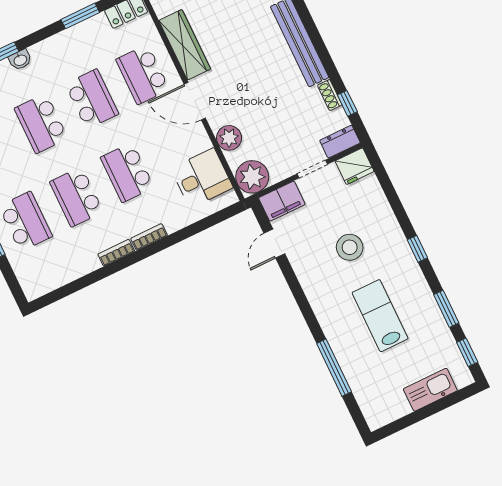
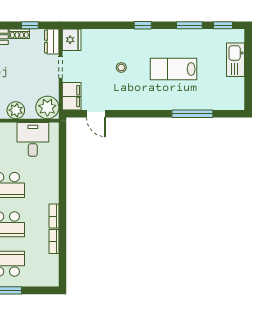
bookcase: (149, 237) -> (54, 242), moved
stool: (350, 247) -> (121, 67), width x0.53, depth x0.53

